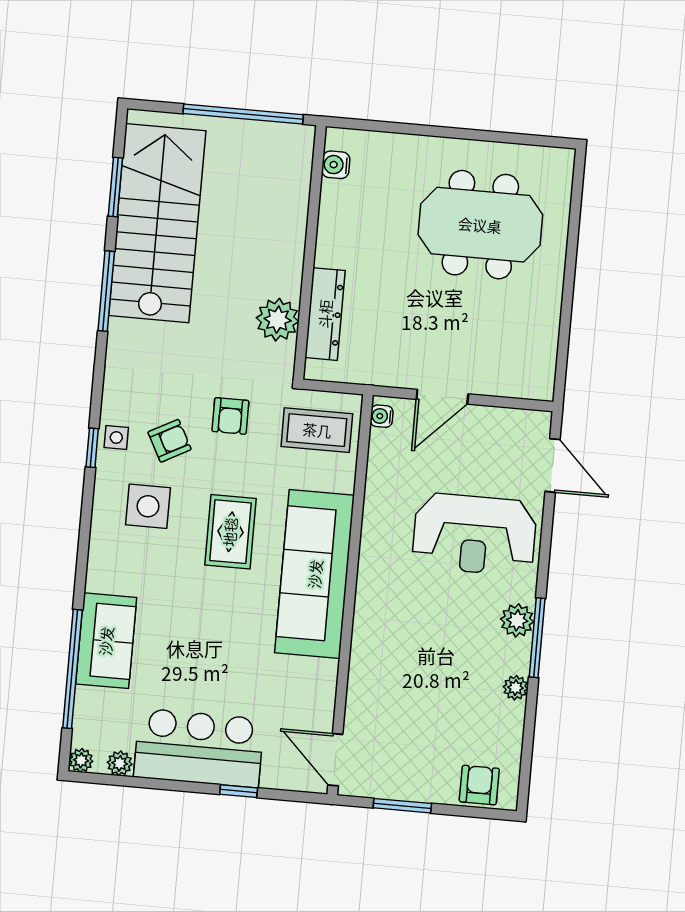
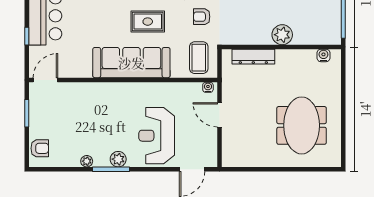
plant: (278, 320) -> (282, 35), moved

